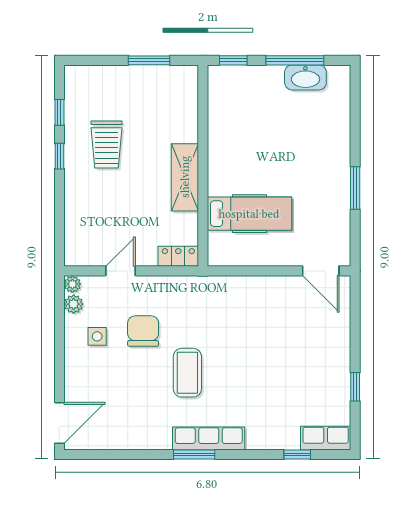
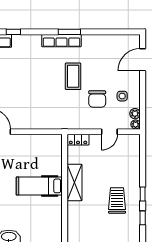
hospital bed: (249, 214) -> (39, 186), moved
door: (59, 423) -> (143, 60), moved

